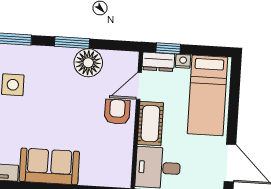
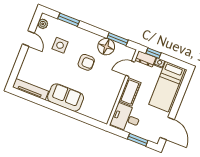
window: (72, 43) -> (118, 39), moved
armchair: (117, 112) -> (86, 62), moved, turned 90

